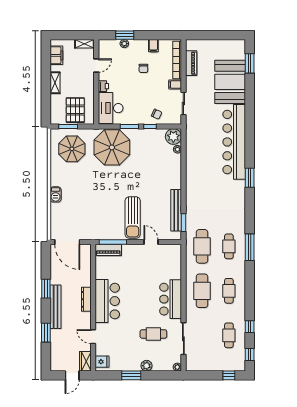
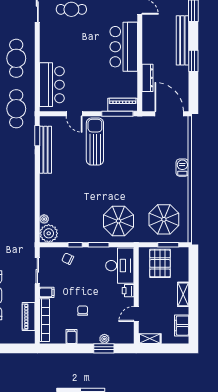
parasol: (112, 147) -> (119, 221), width x0.73, depth x0.73
dresser: (86, 299) -> (148, 78), moved
bar counter: (171, 299) -> (52, 85), moved

